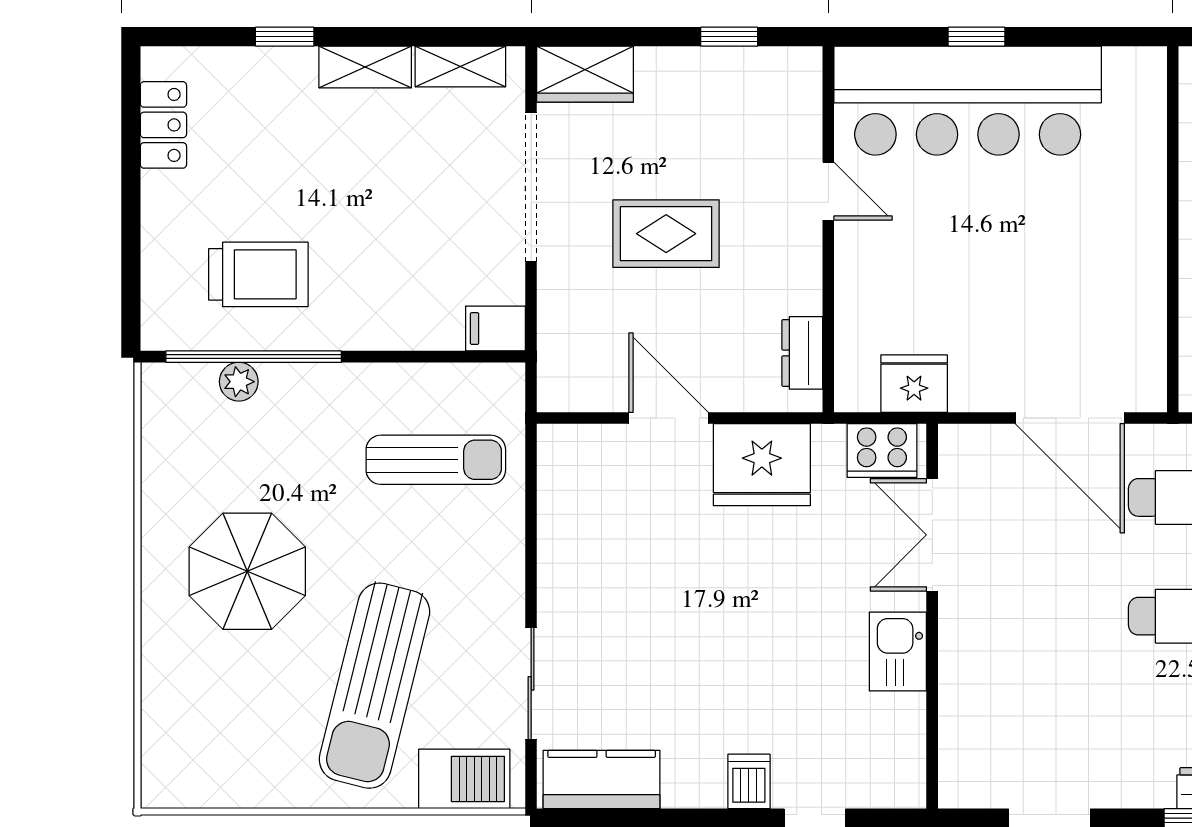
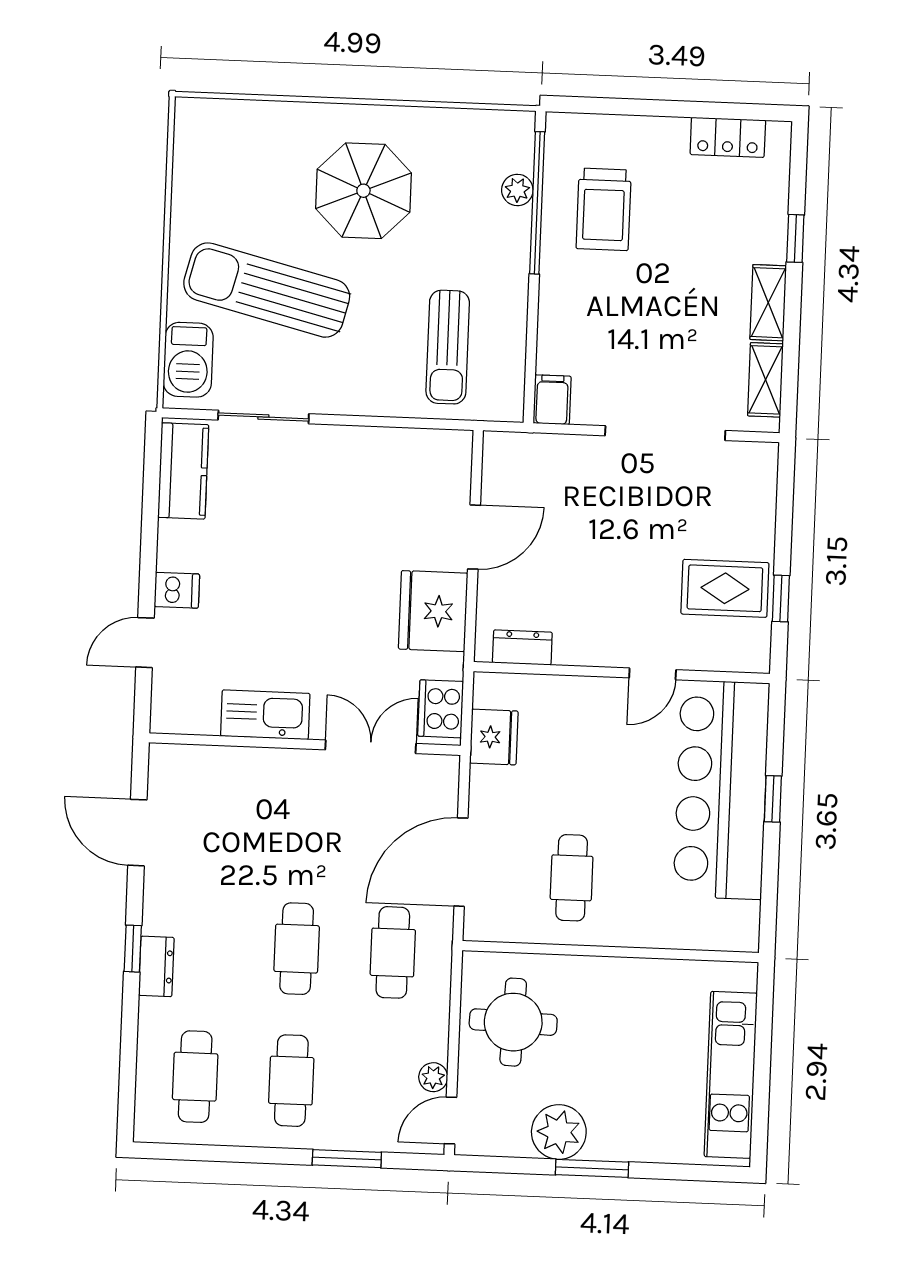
wardrobe: (585, 74) -> (755, 481), removed
rug: (666, 234) -> (725, 588), moved, turned 90
cafe table: (1084, 281) -> (572, 878), added
kitchen sink: (898, 652) -> (265, 715), width x1.38

